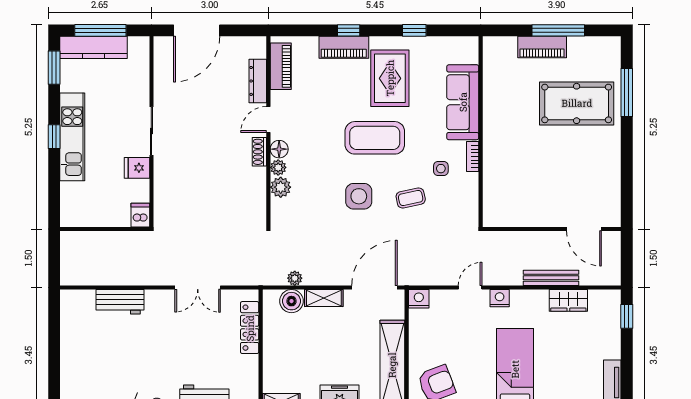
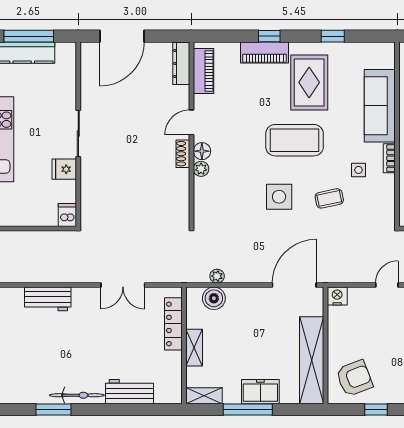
dresser: (258, 81) -> (181, 63), moved
plant: (281, 187) -> (203, 188), removed
shelving: (324, 298) -> (194, 348), moved, turned 90

